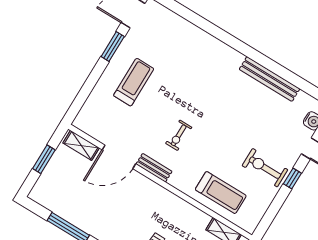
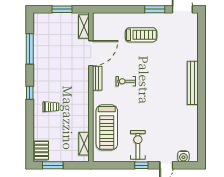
bench: (270, 79) -> (193, 83), moved
door: (119, 157) -> (91, 53), swing flipped
treadmill: (221, 193) -> (107, 127), width x1.37, depth x1.38

